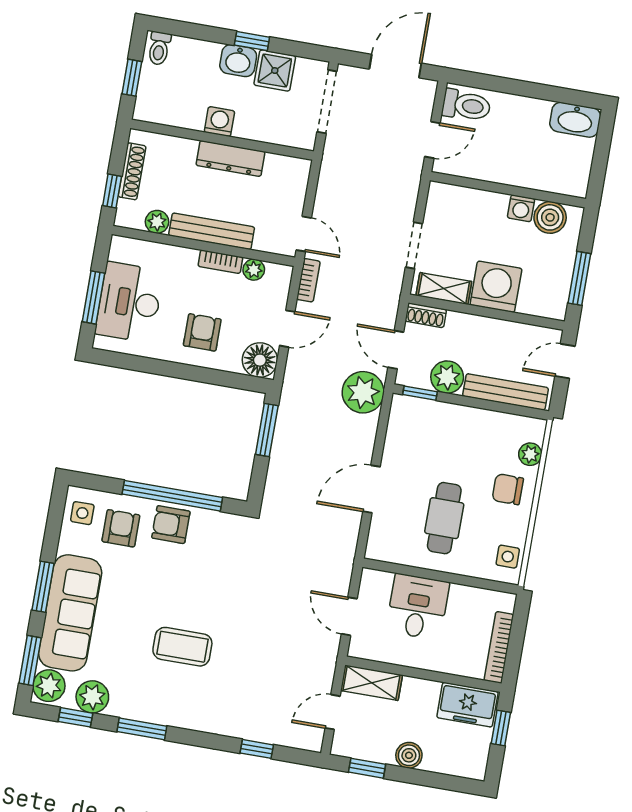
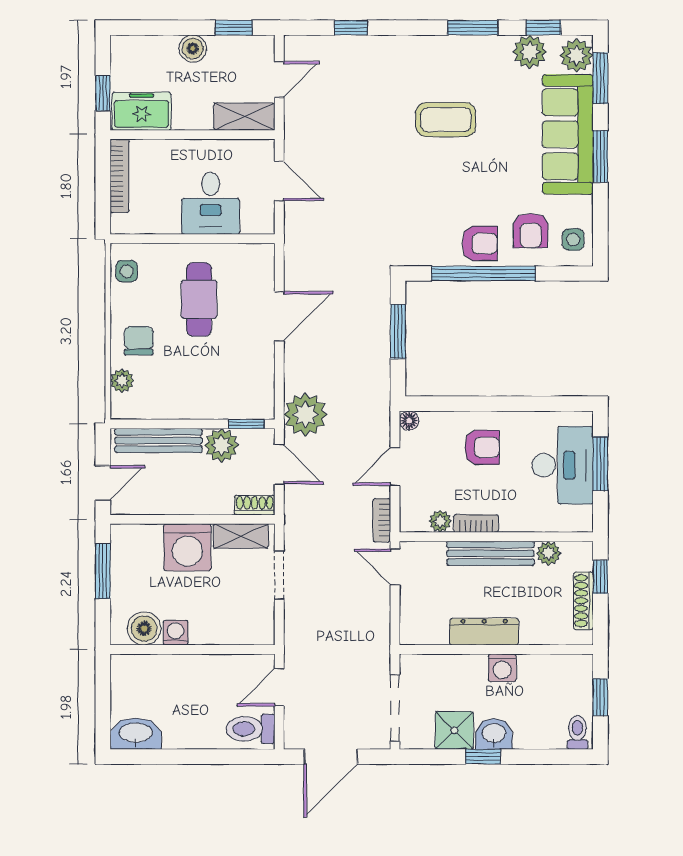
armchair: (202, 332) -> (482, 447), turned -90
floor lamp: (260, 360) -> (409, 421), width x0.53, depth x0.53
window: (267, 430) -> (398, 331), moved
chair: (508, 489) -> (139, 341), turned -90

